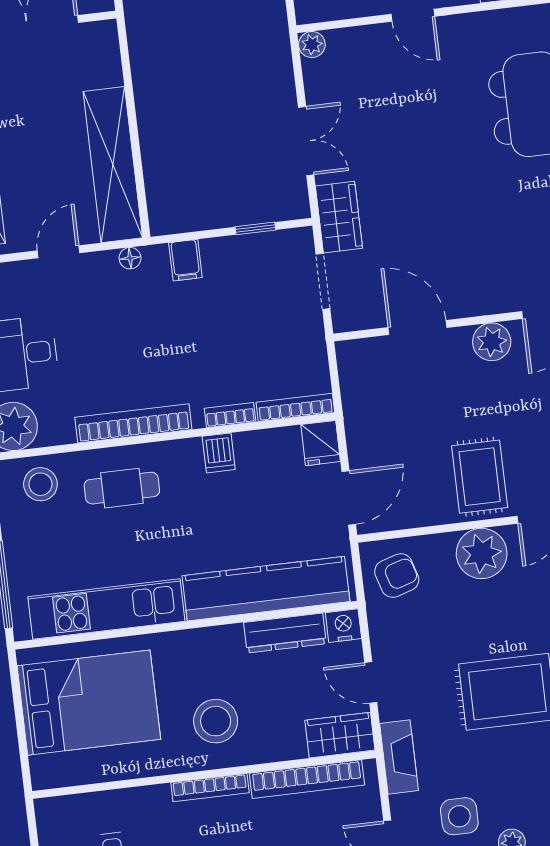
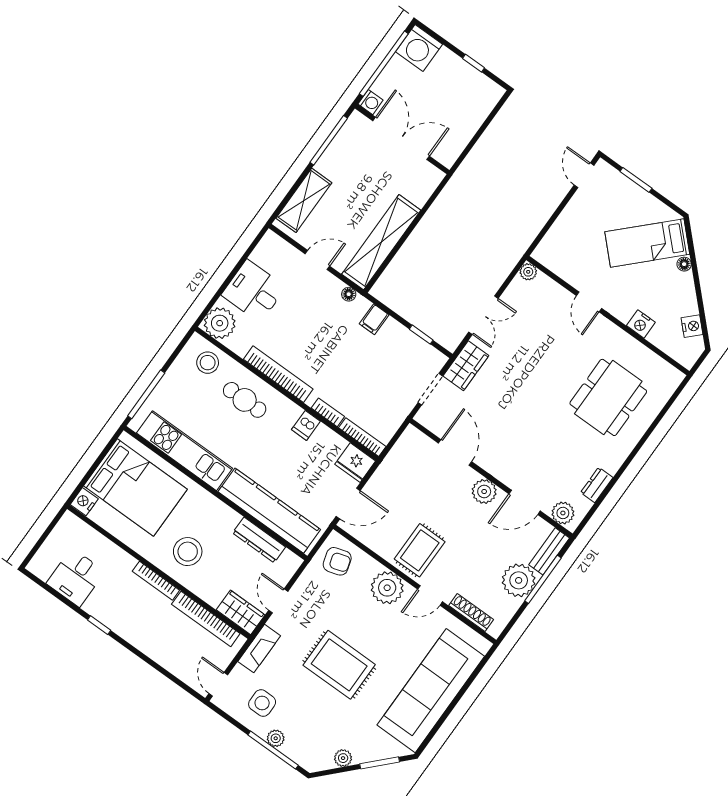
fridge: (321, 443) -> (355, 463), width x1.38
nightstand: (343, 626) -> (84, 502), moved, turned -90

